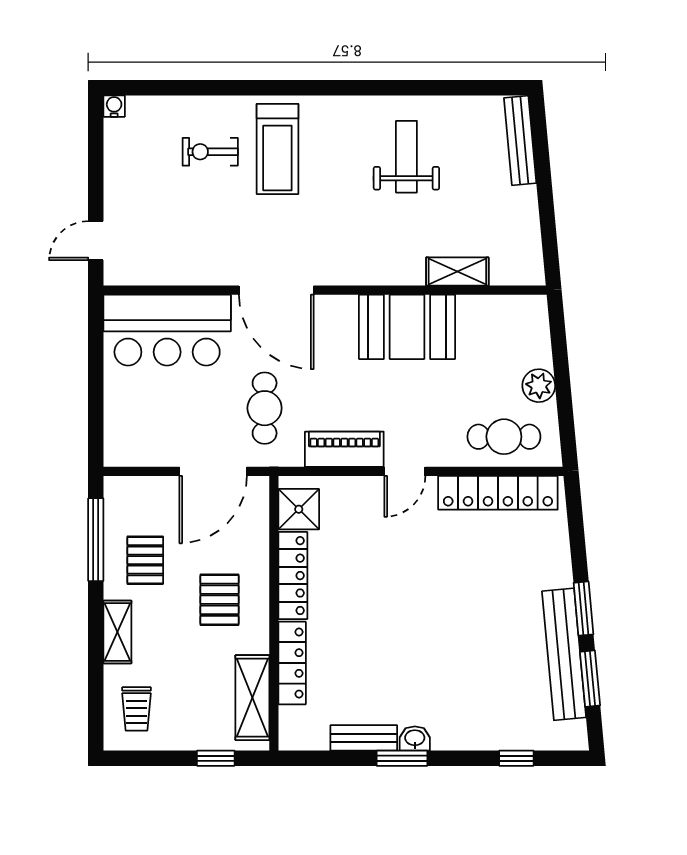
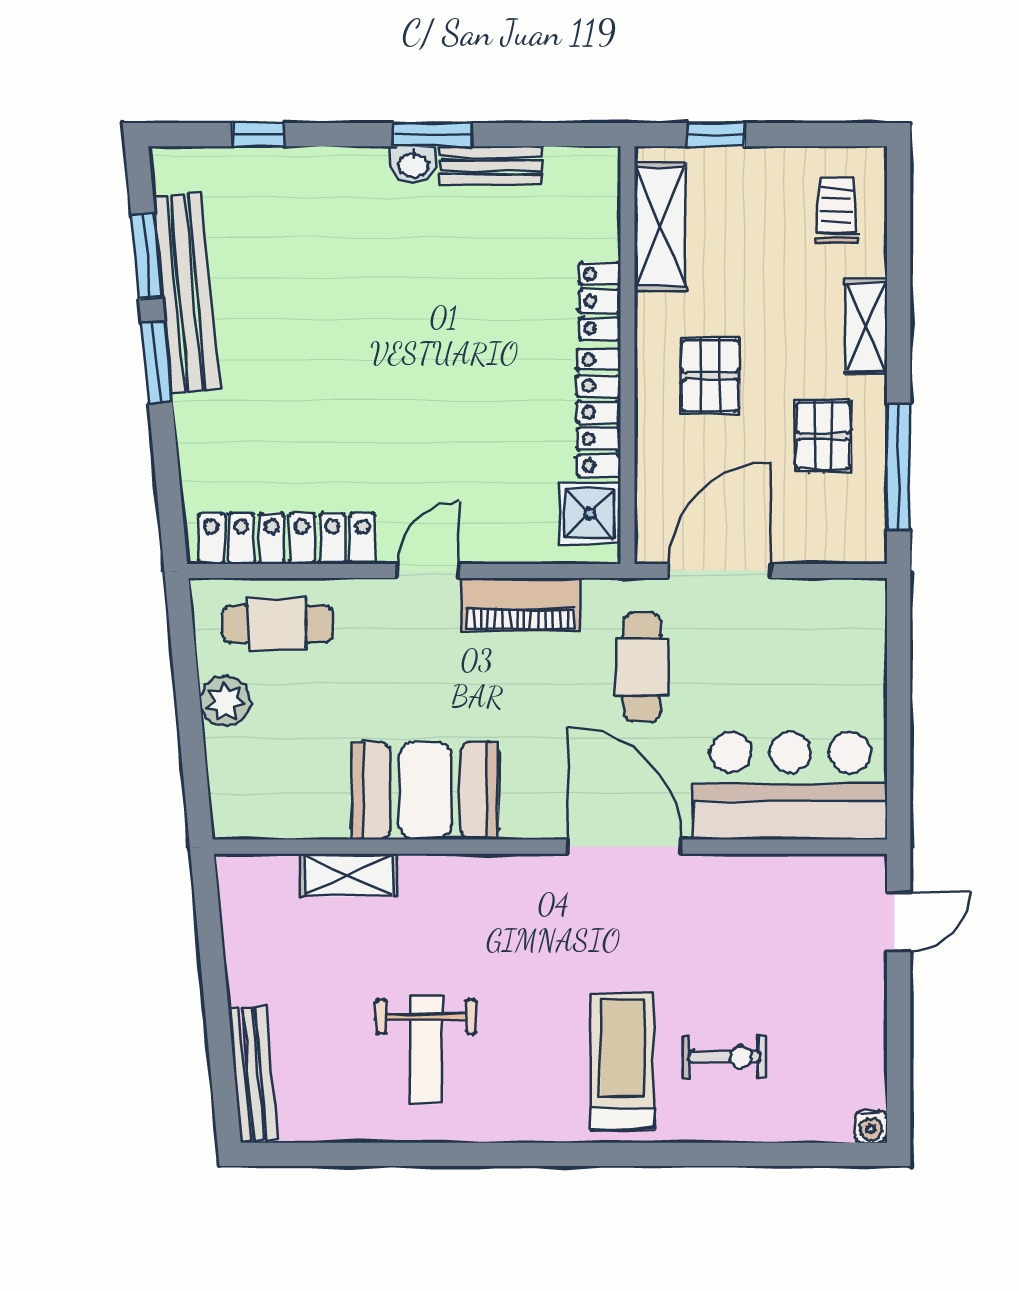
locker: (292, 663) -> (600, 301), width x0.66

